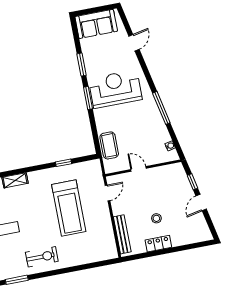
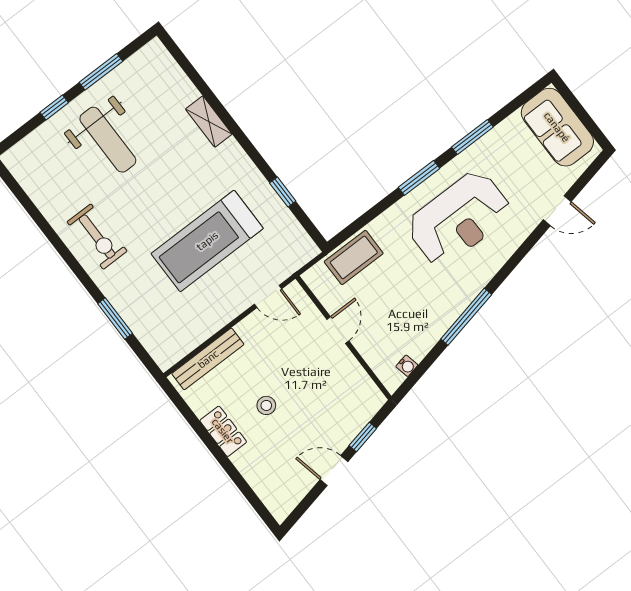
reception desk: (115, 89) -> (459, 218), turned 90
window: (17, 280) -> (115, 318), moved

